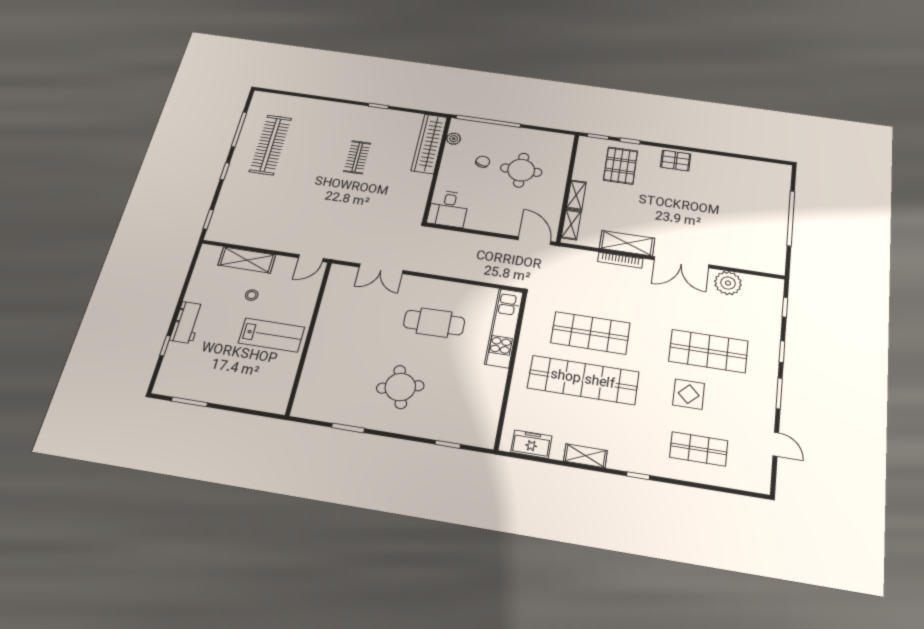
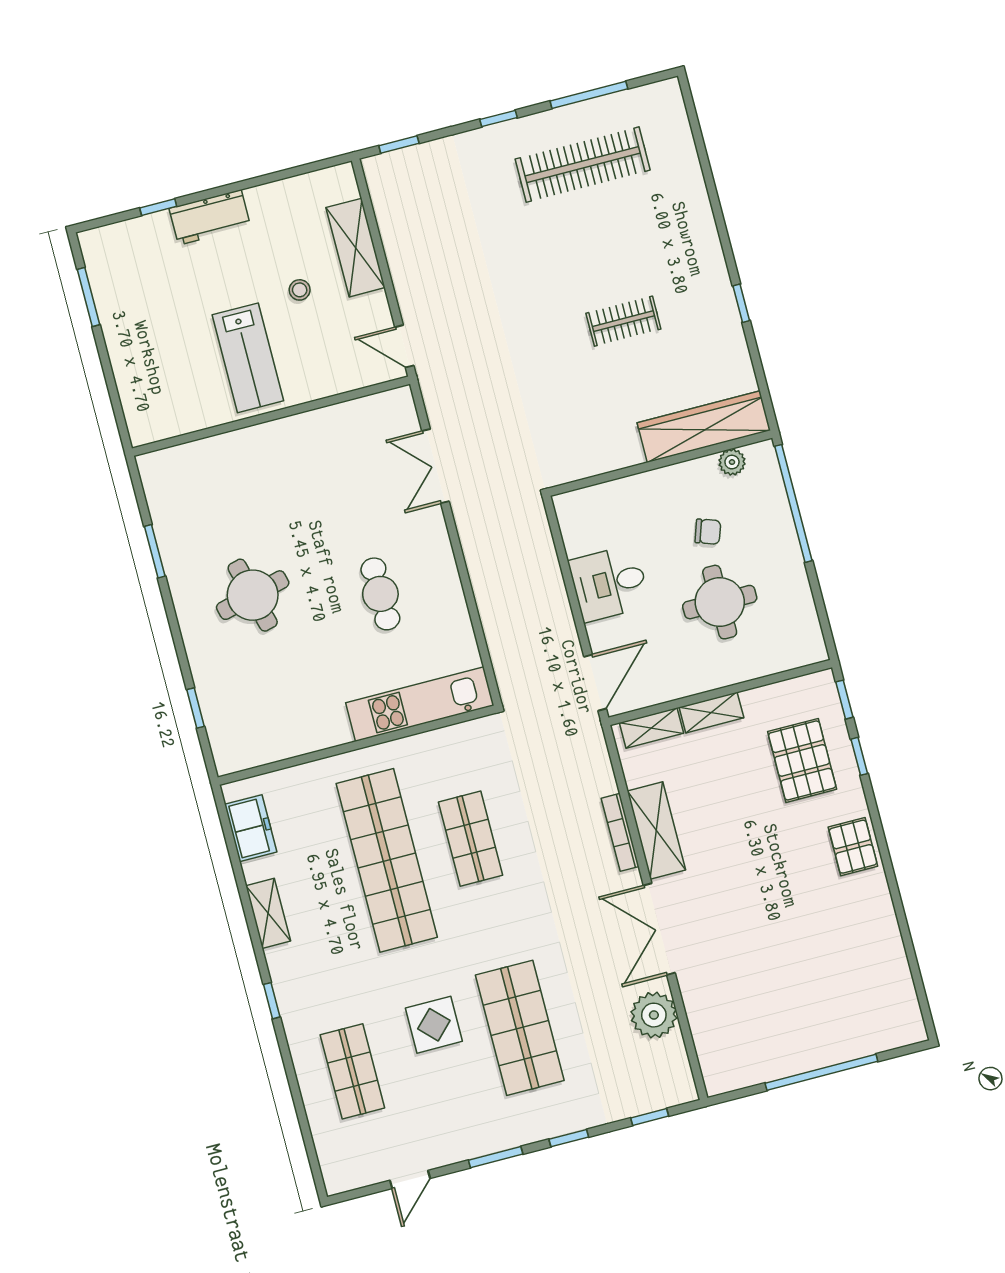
pallet: (621, 166) -> (802, 760), turned 90
desk: (448, 209) -> (609, 583), moved
cafe table: (434, 323) -> (380, 594), width x0.73, depth x0.74
shop shelf: (590, 333) -> (470, 839), width x0.70, depth x0.74

